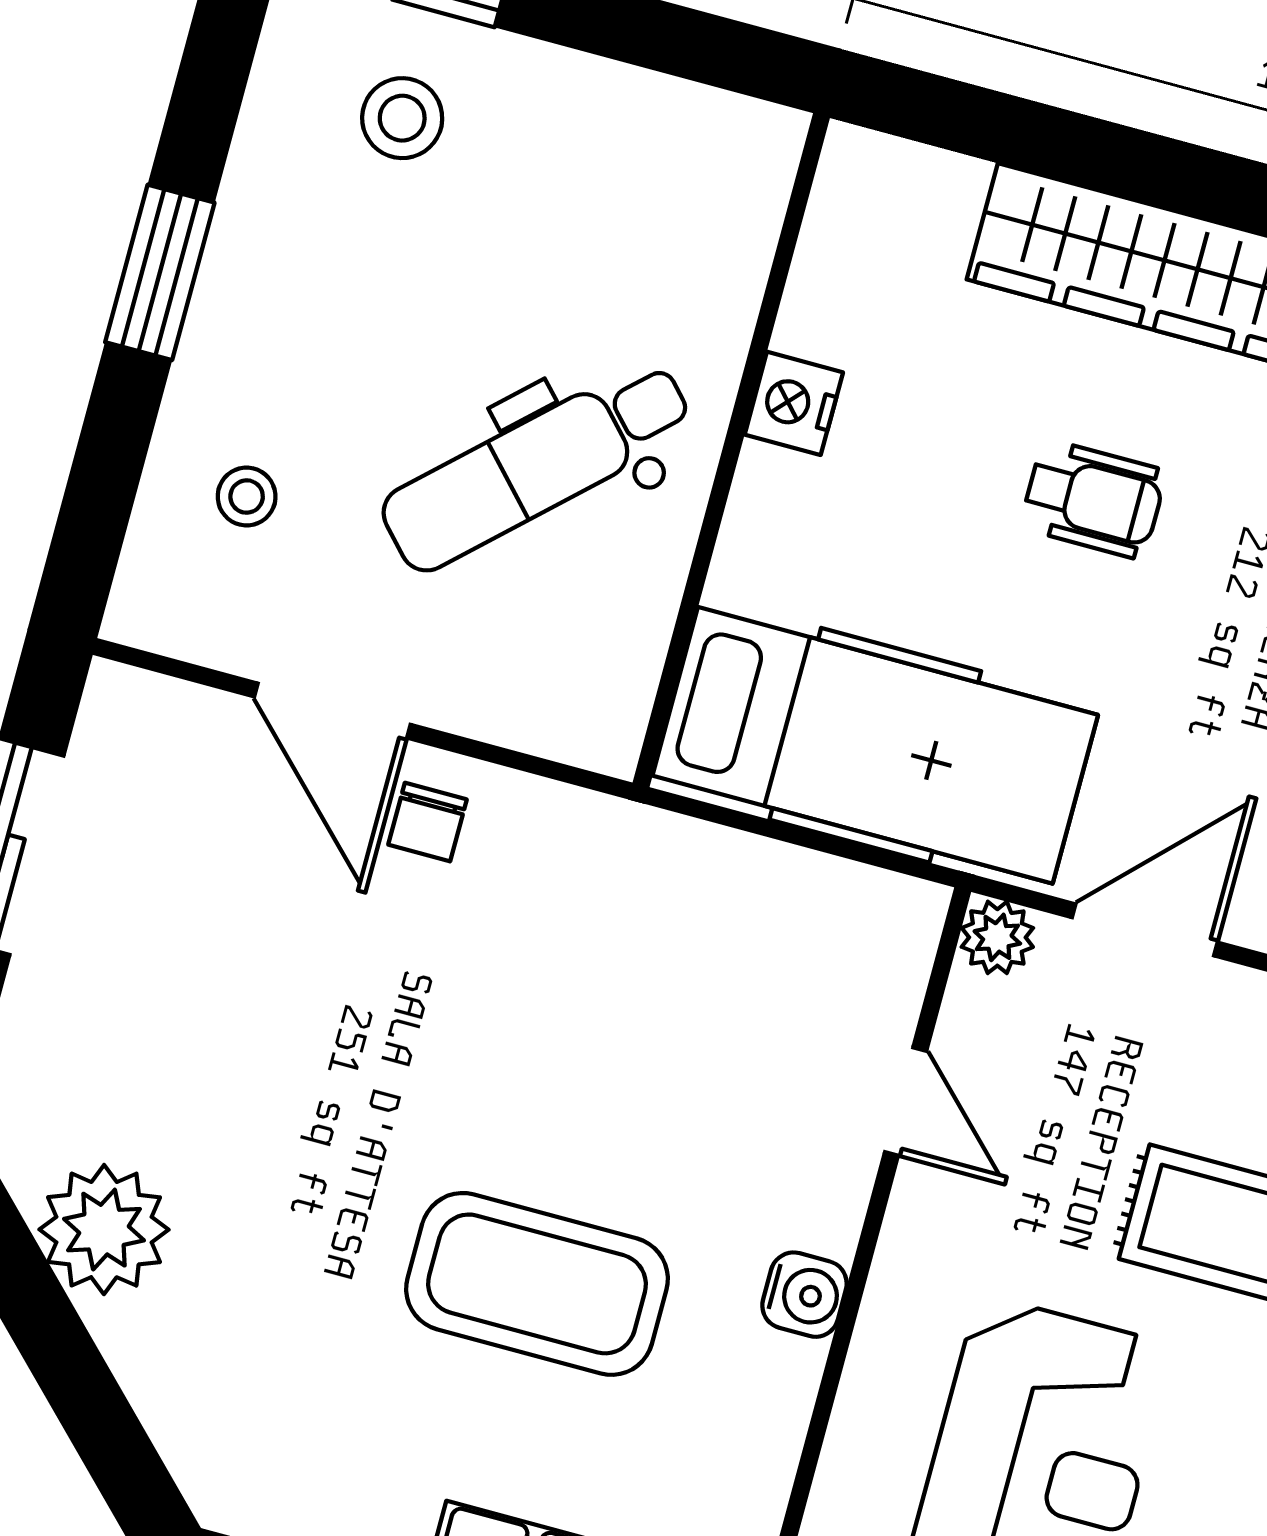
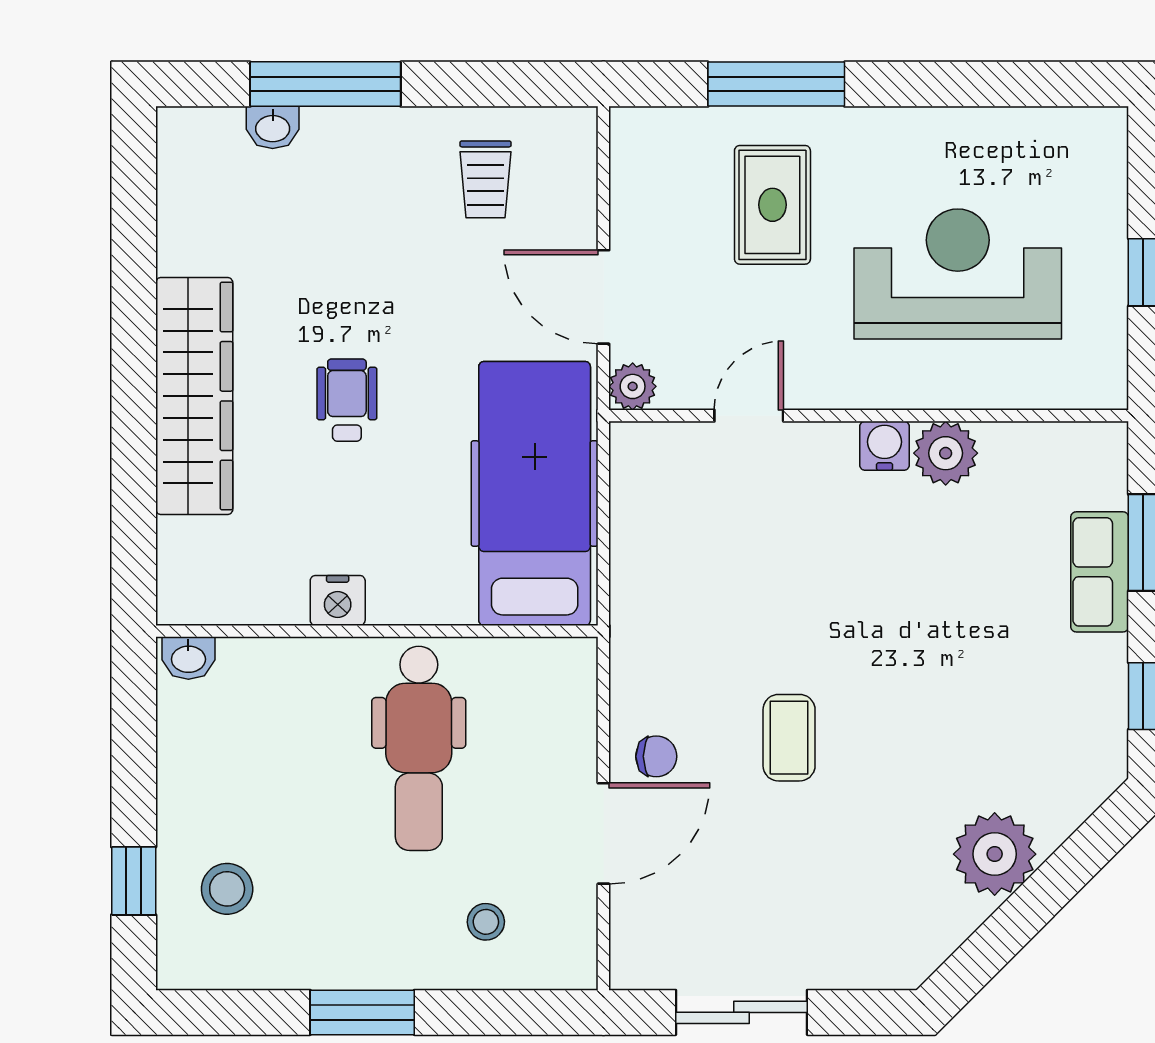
washbasin: (768, 154) -> (188, 658), added
dental chair: (537, 466) -> (419, 748), turned 43
plant: (104, 1230) -> (995, 854), moved
coffee table: (537, 1284) -> (789, 738), moved, width x0.54, depth x0.58
plant: (768, 1384) -> (946, 453), added

